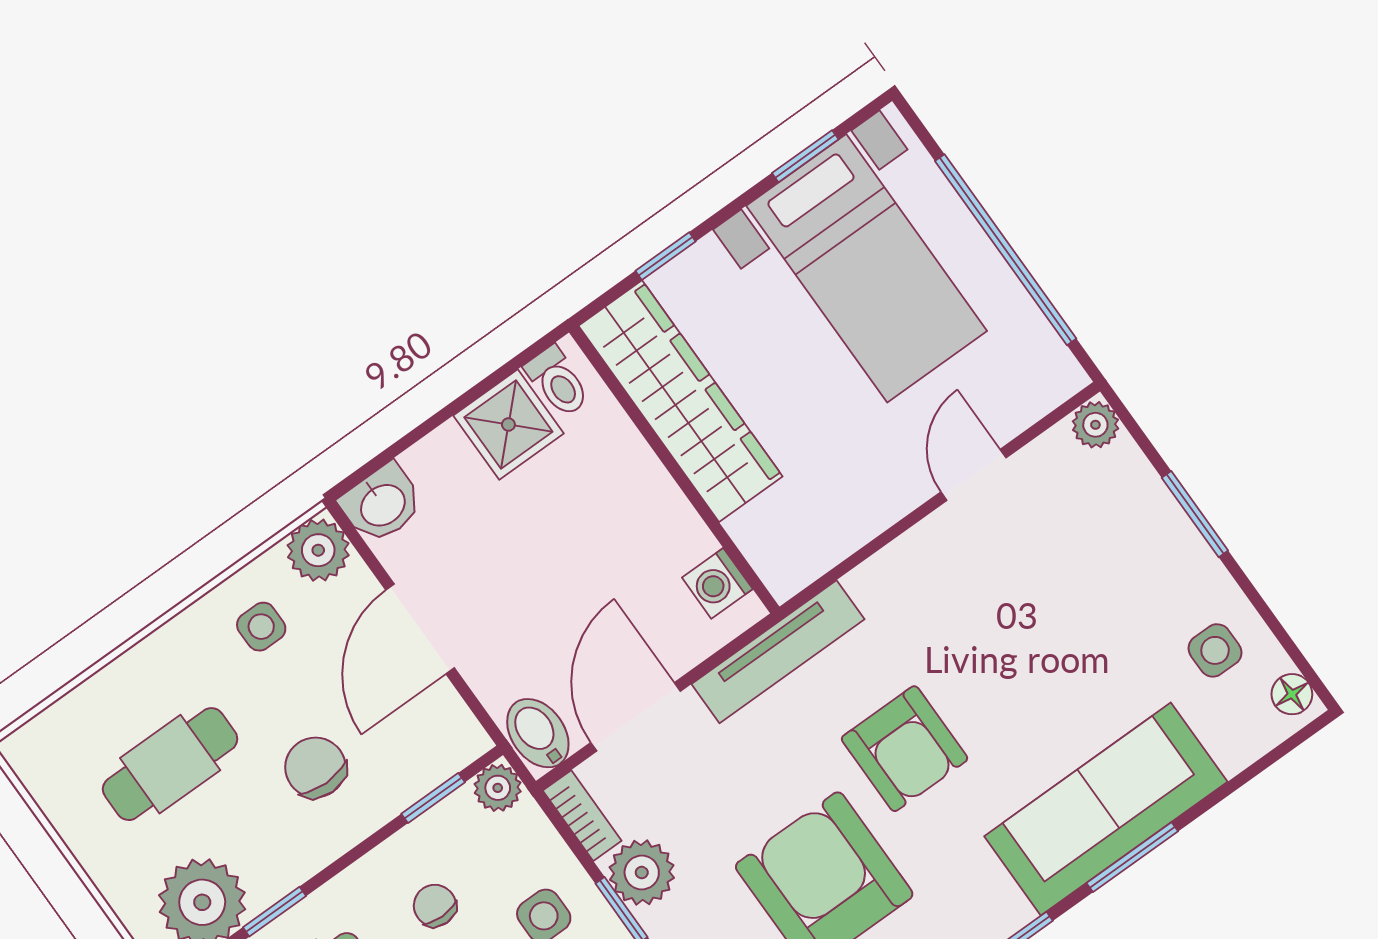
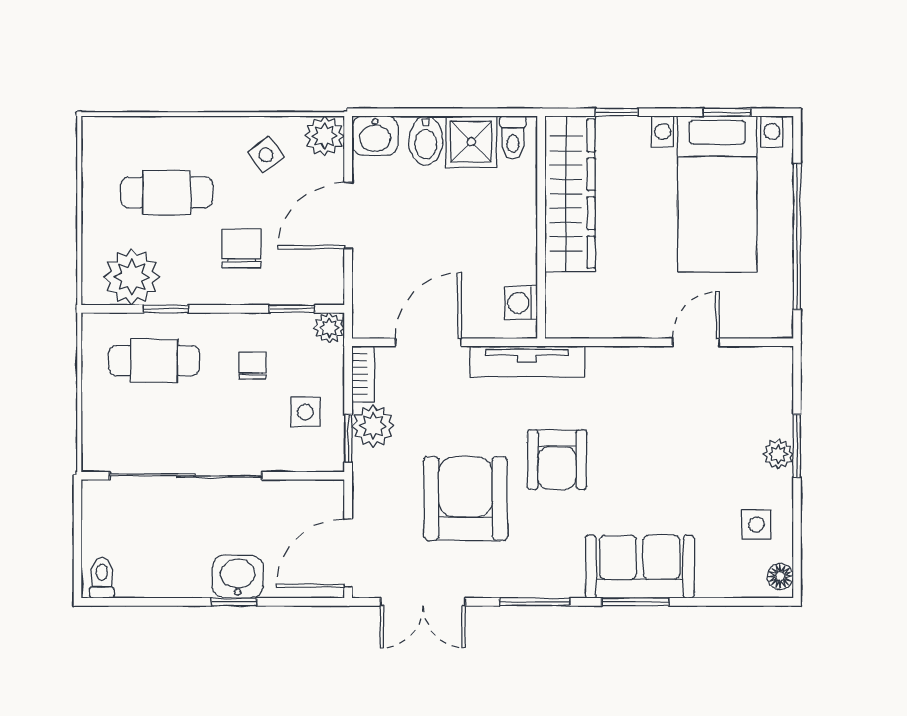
plant: (1095, 425) -> (778, 454), moved
side table: (261, 627) -> (266, 155), turned -37
bidet: (538, 733) -> (426, 140), moved, turned 180
sofa: (1106, 809) -> (640, 567), width x0.73

